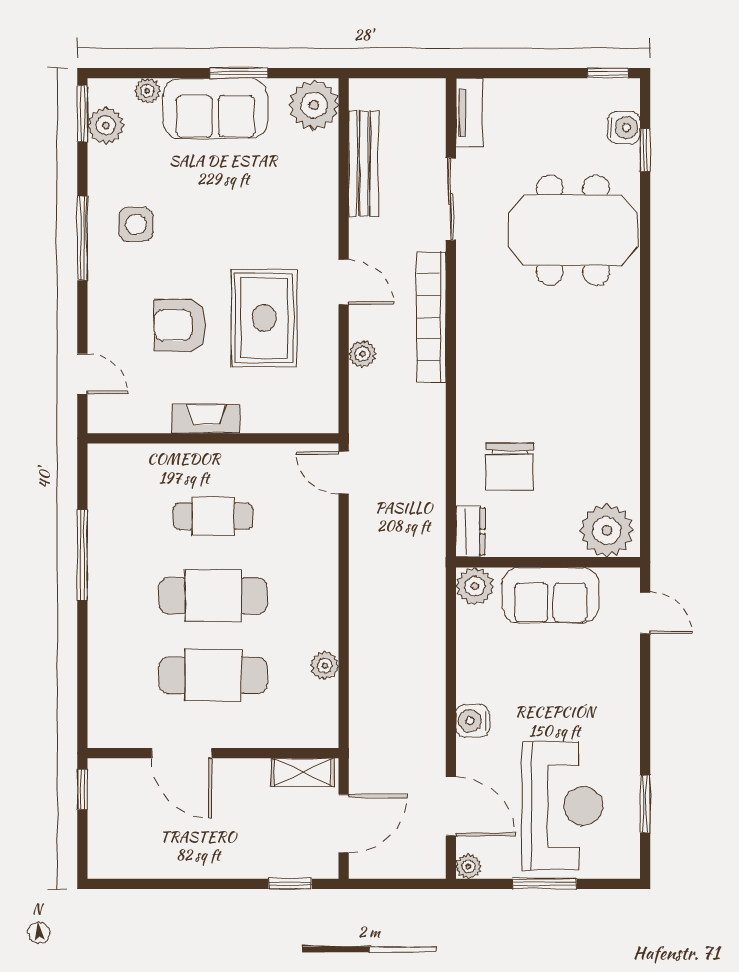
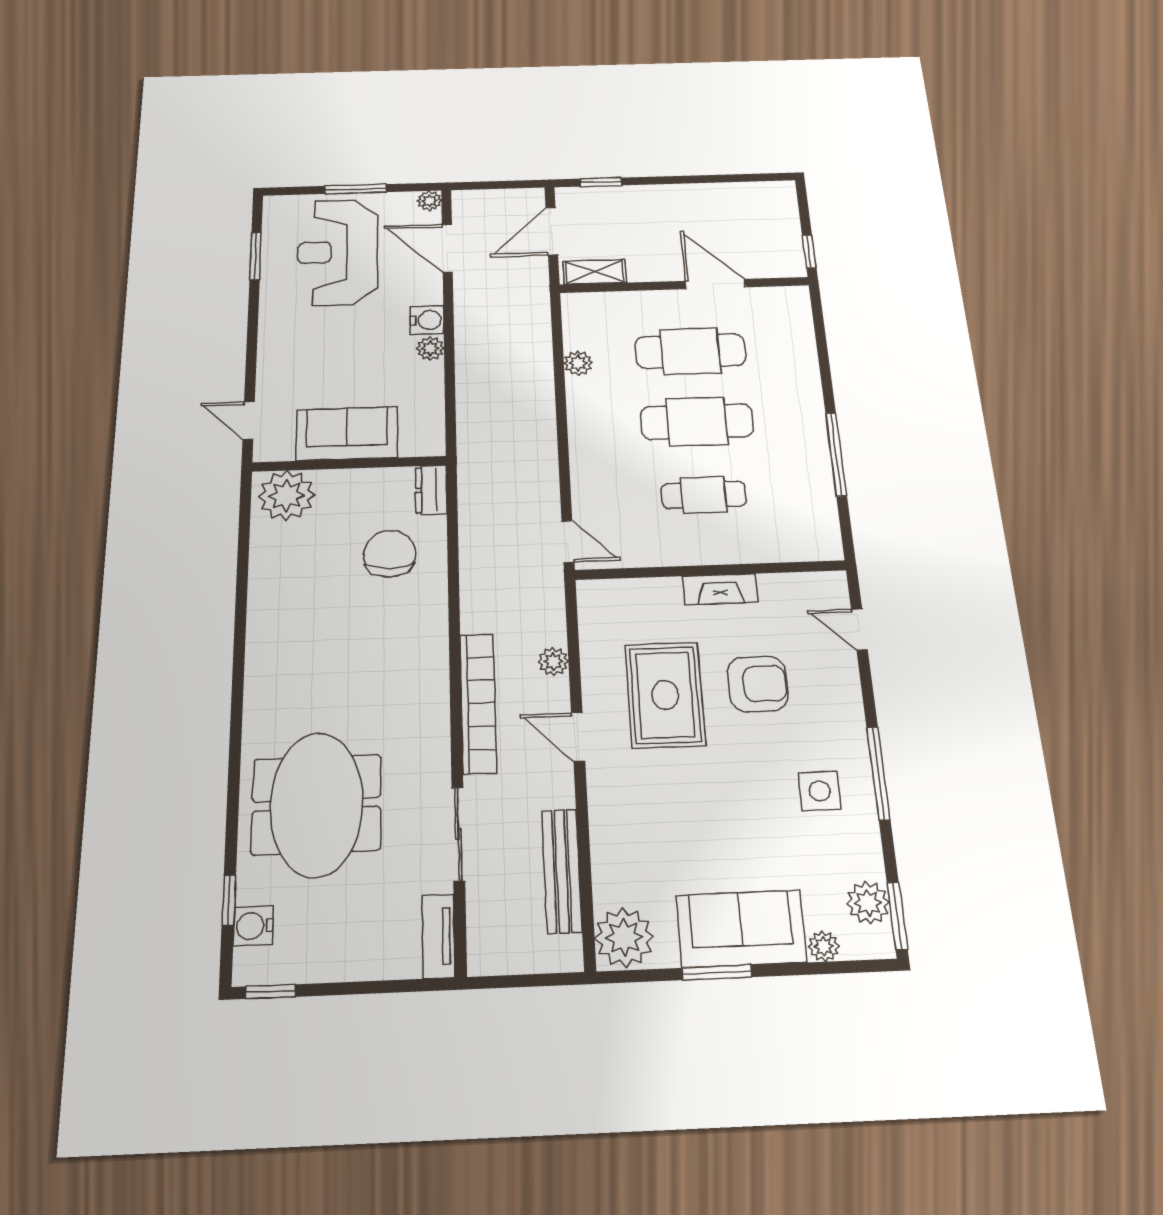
meeting table: (573, 230) -> (317, 804), turned 90
plant: (475, 586) -> (430, 348), moved, width x0.73, depth x0.73

